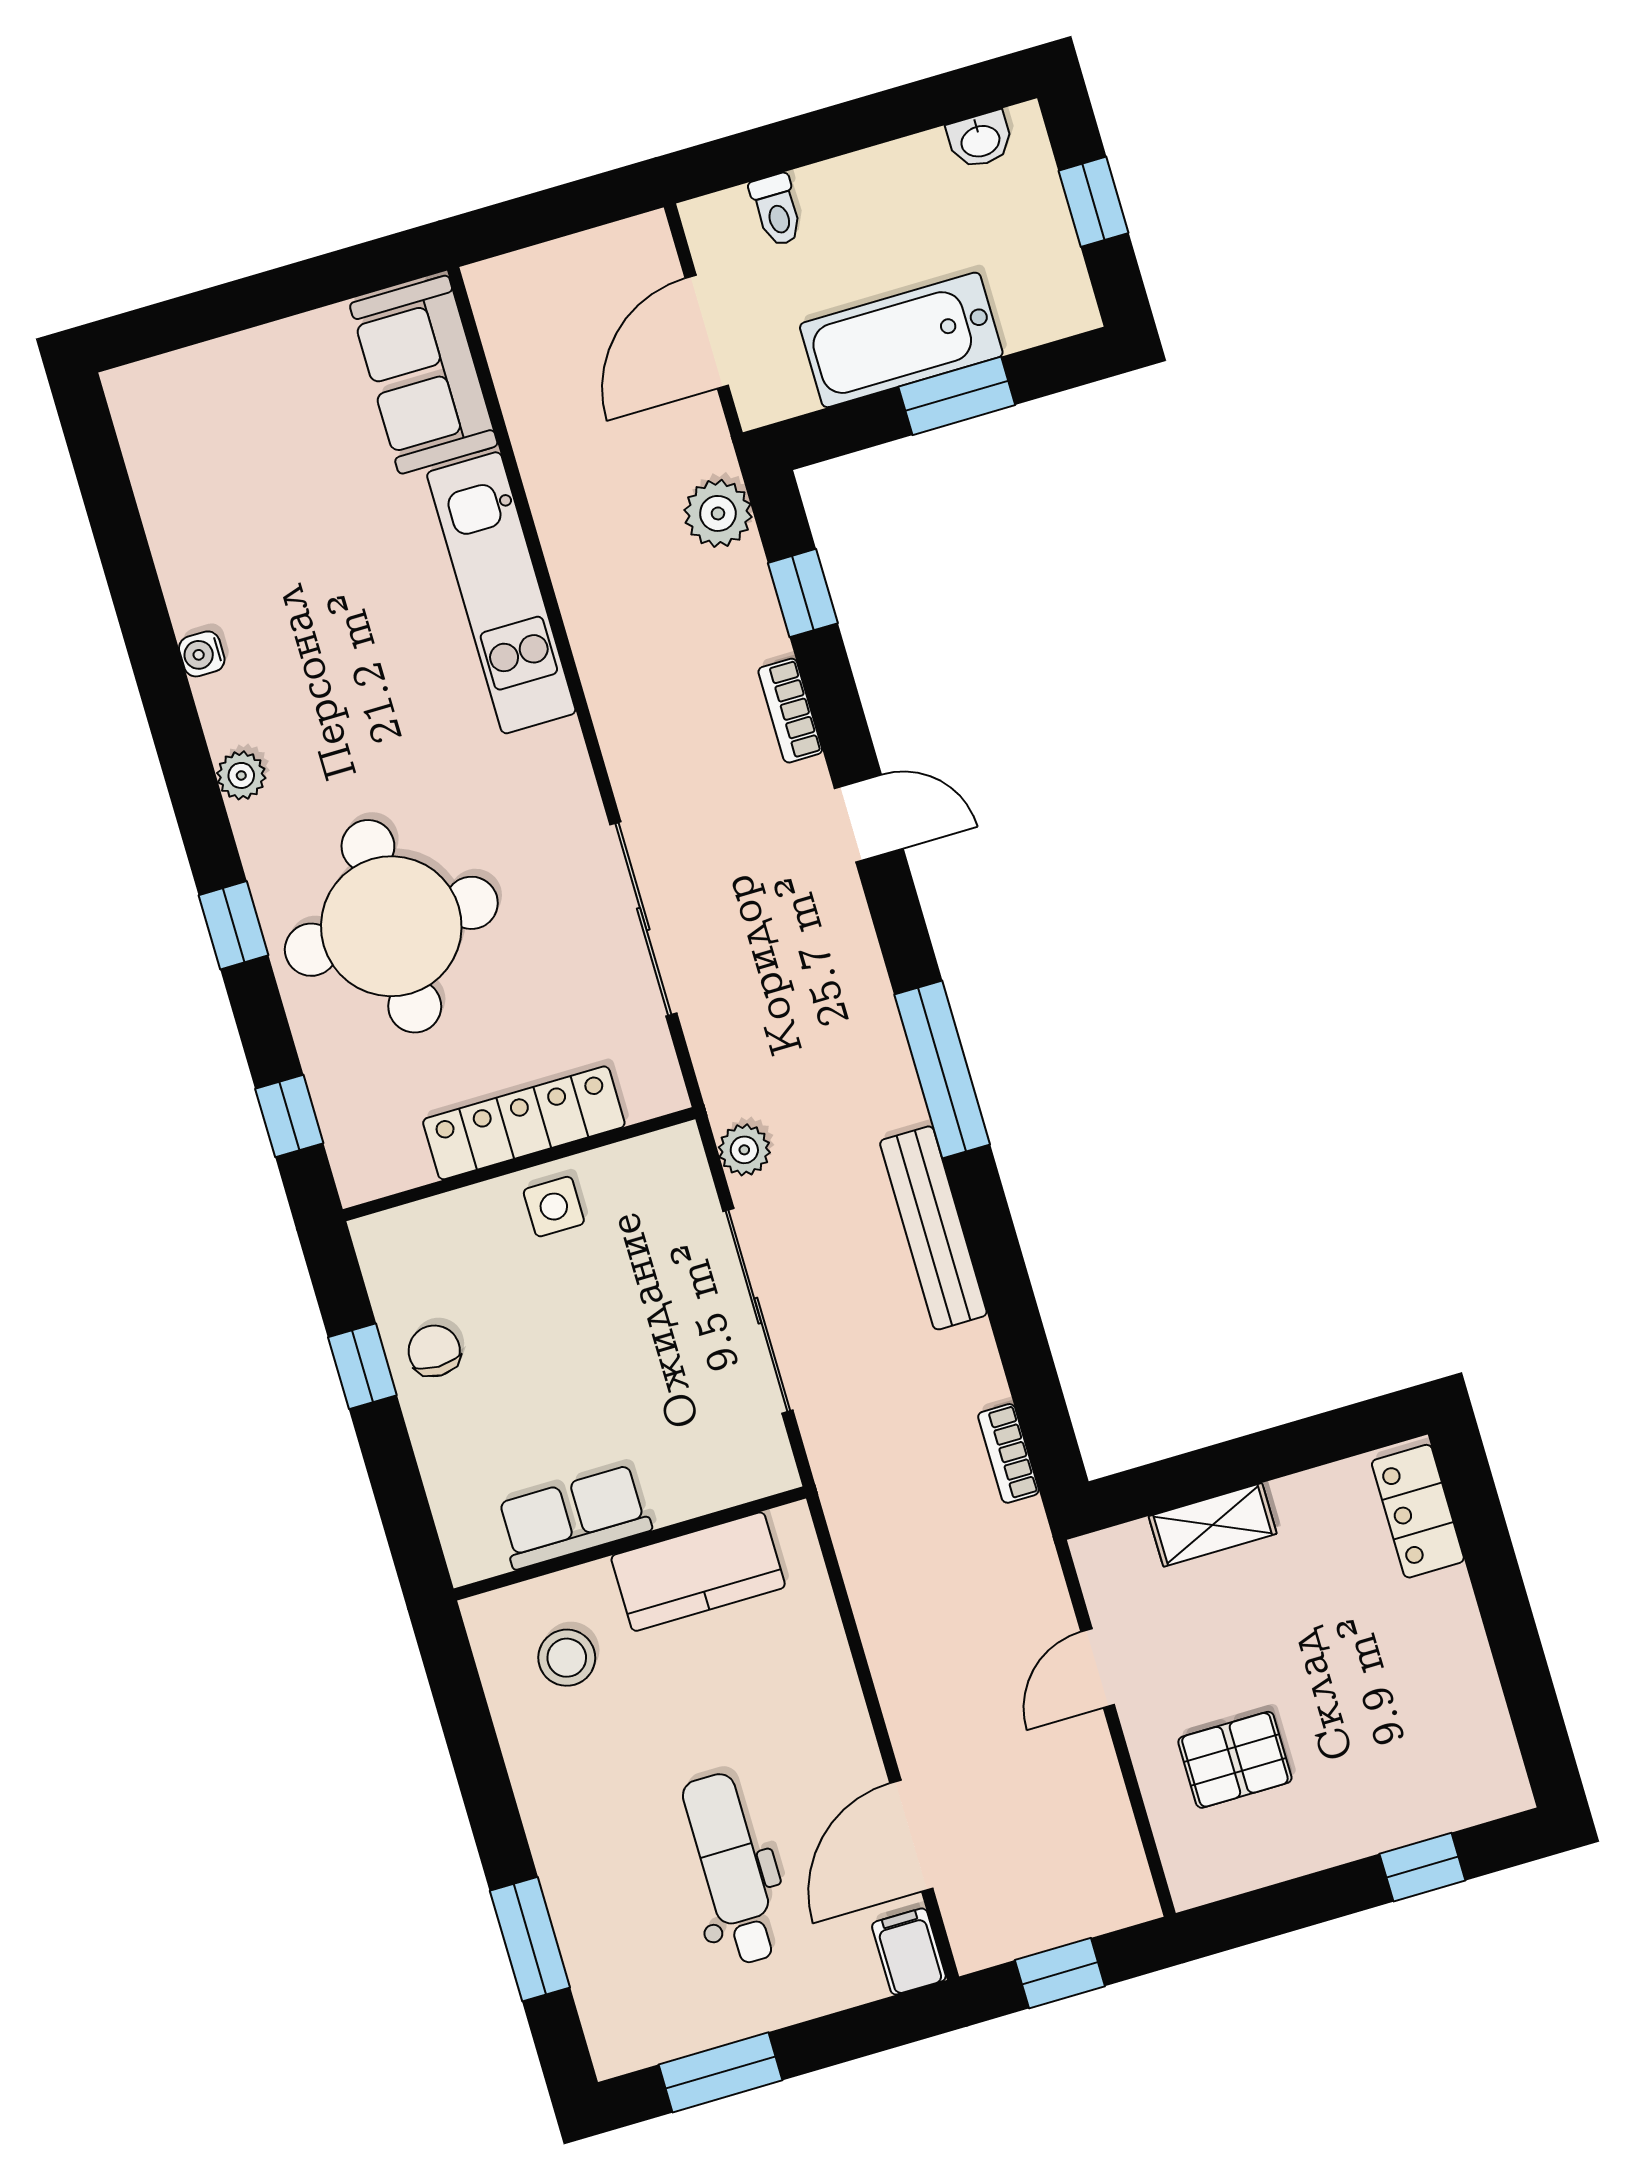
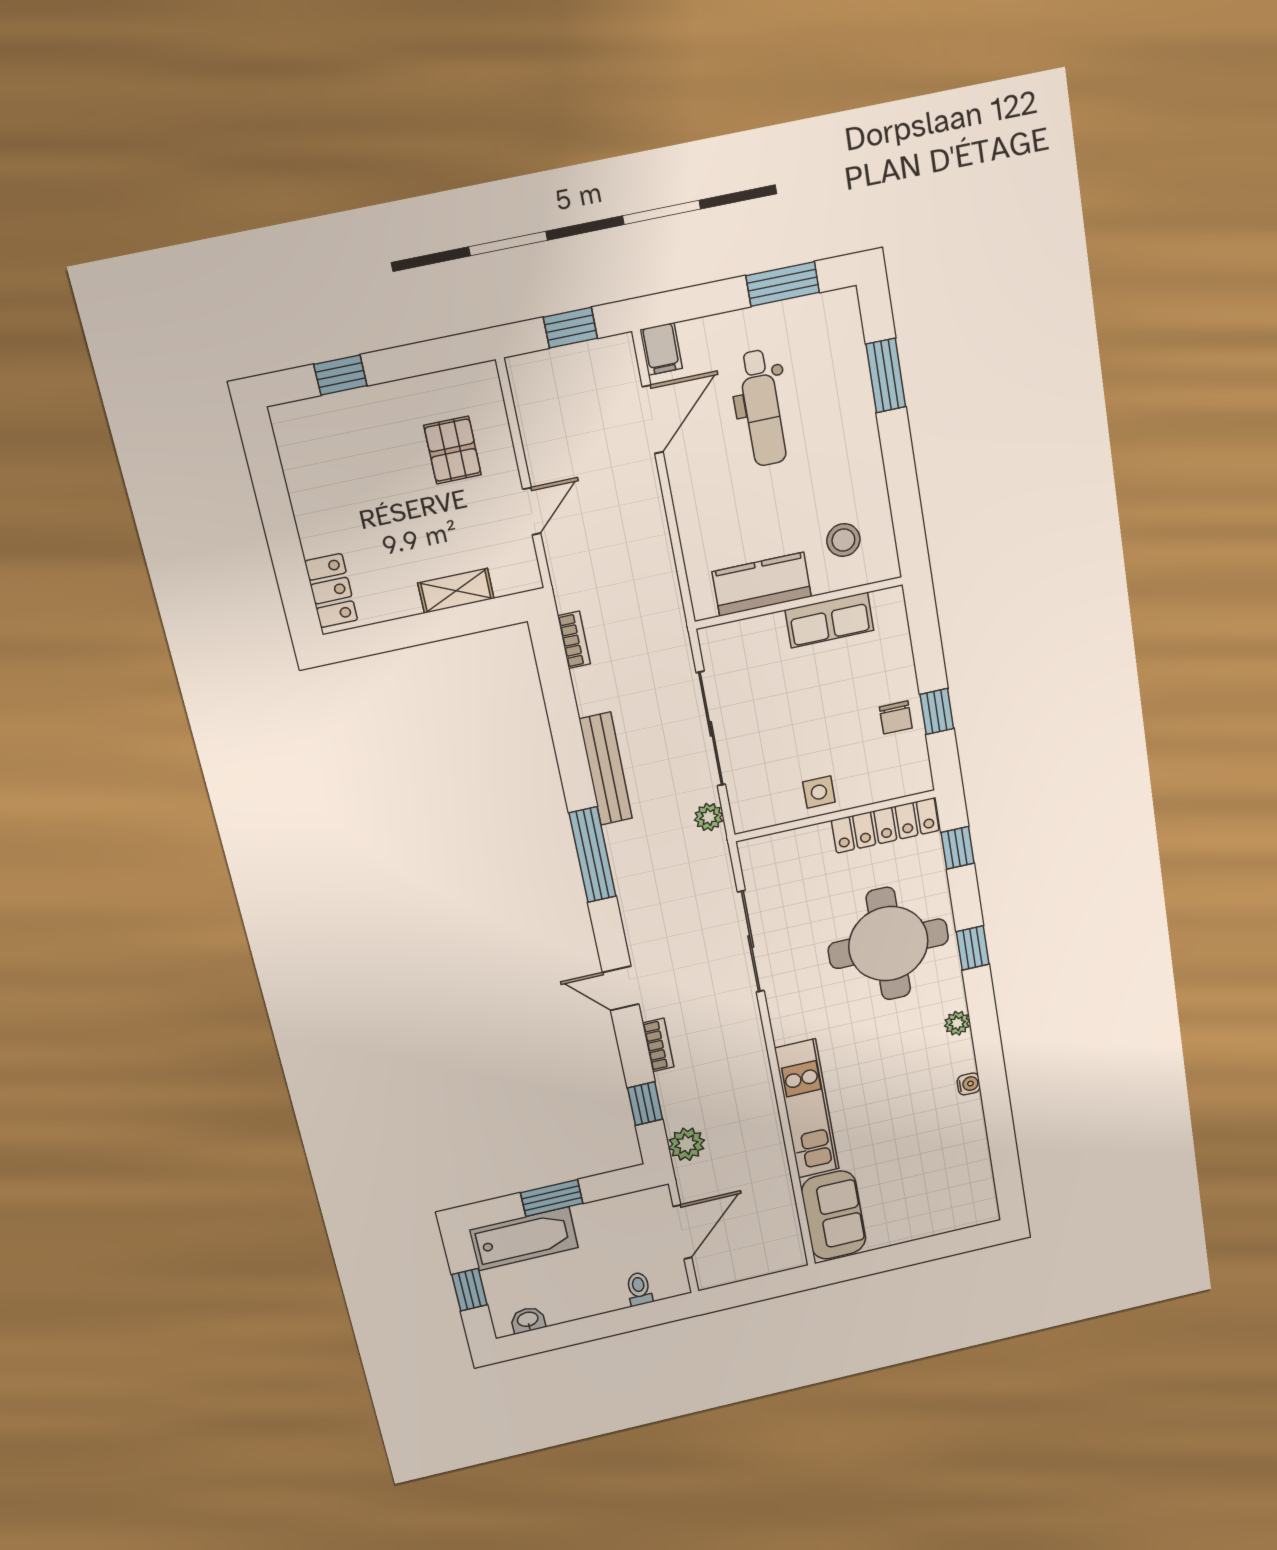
bathtub: (901, 340) -> (524, 1239), moved
locker: (524, 1123) -> (885, 825), moved
pallet: (1235, 1760) -> (453, 450), turned 90

